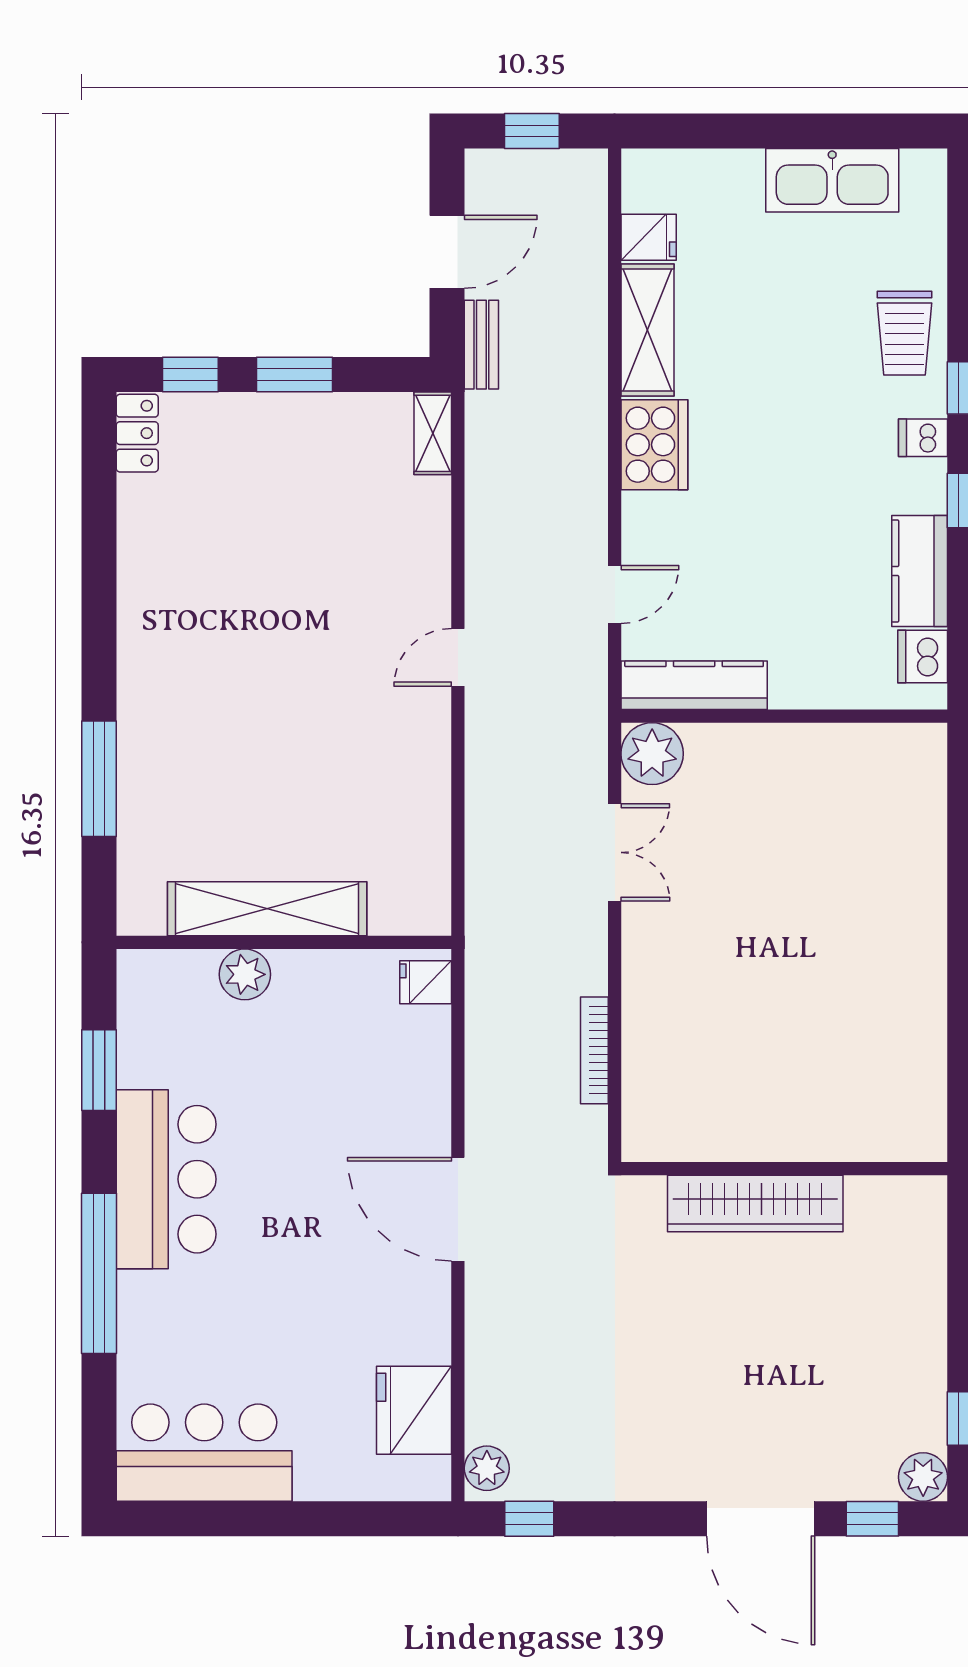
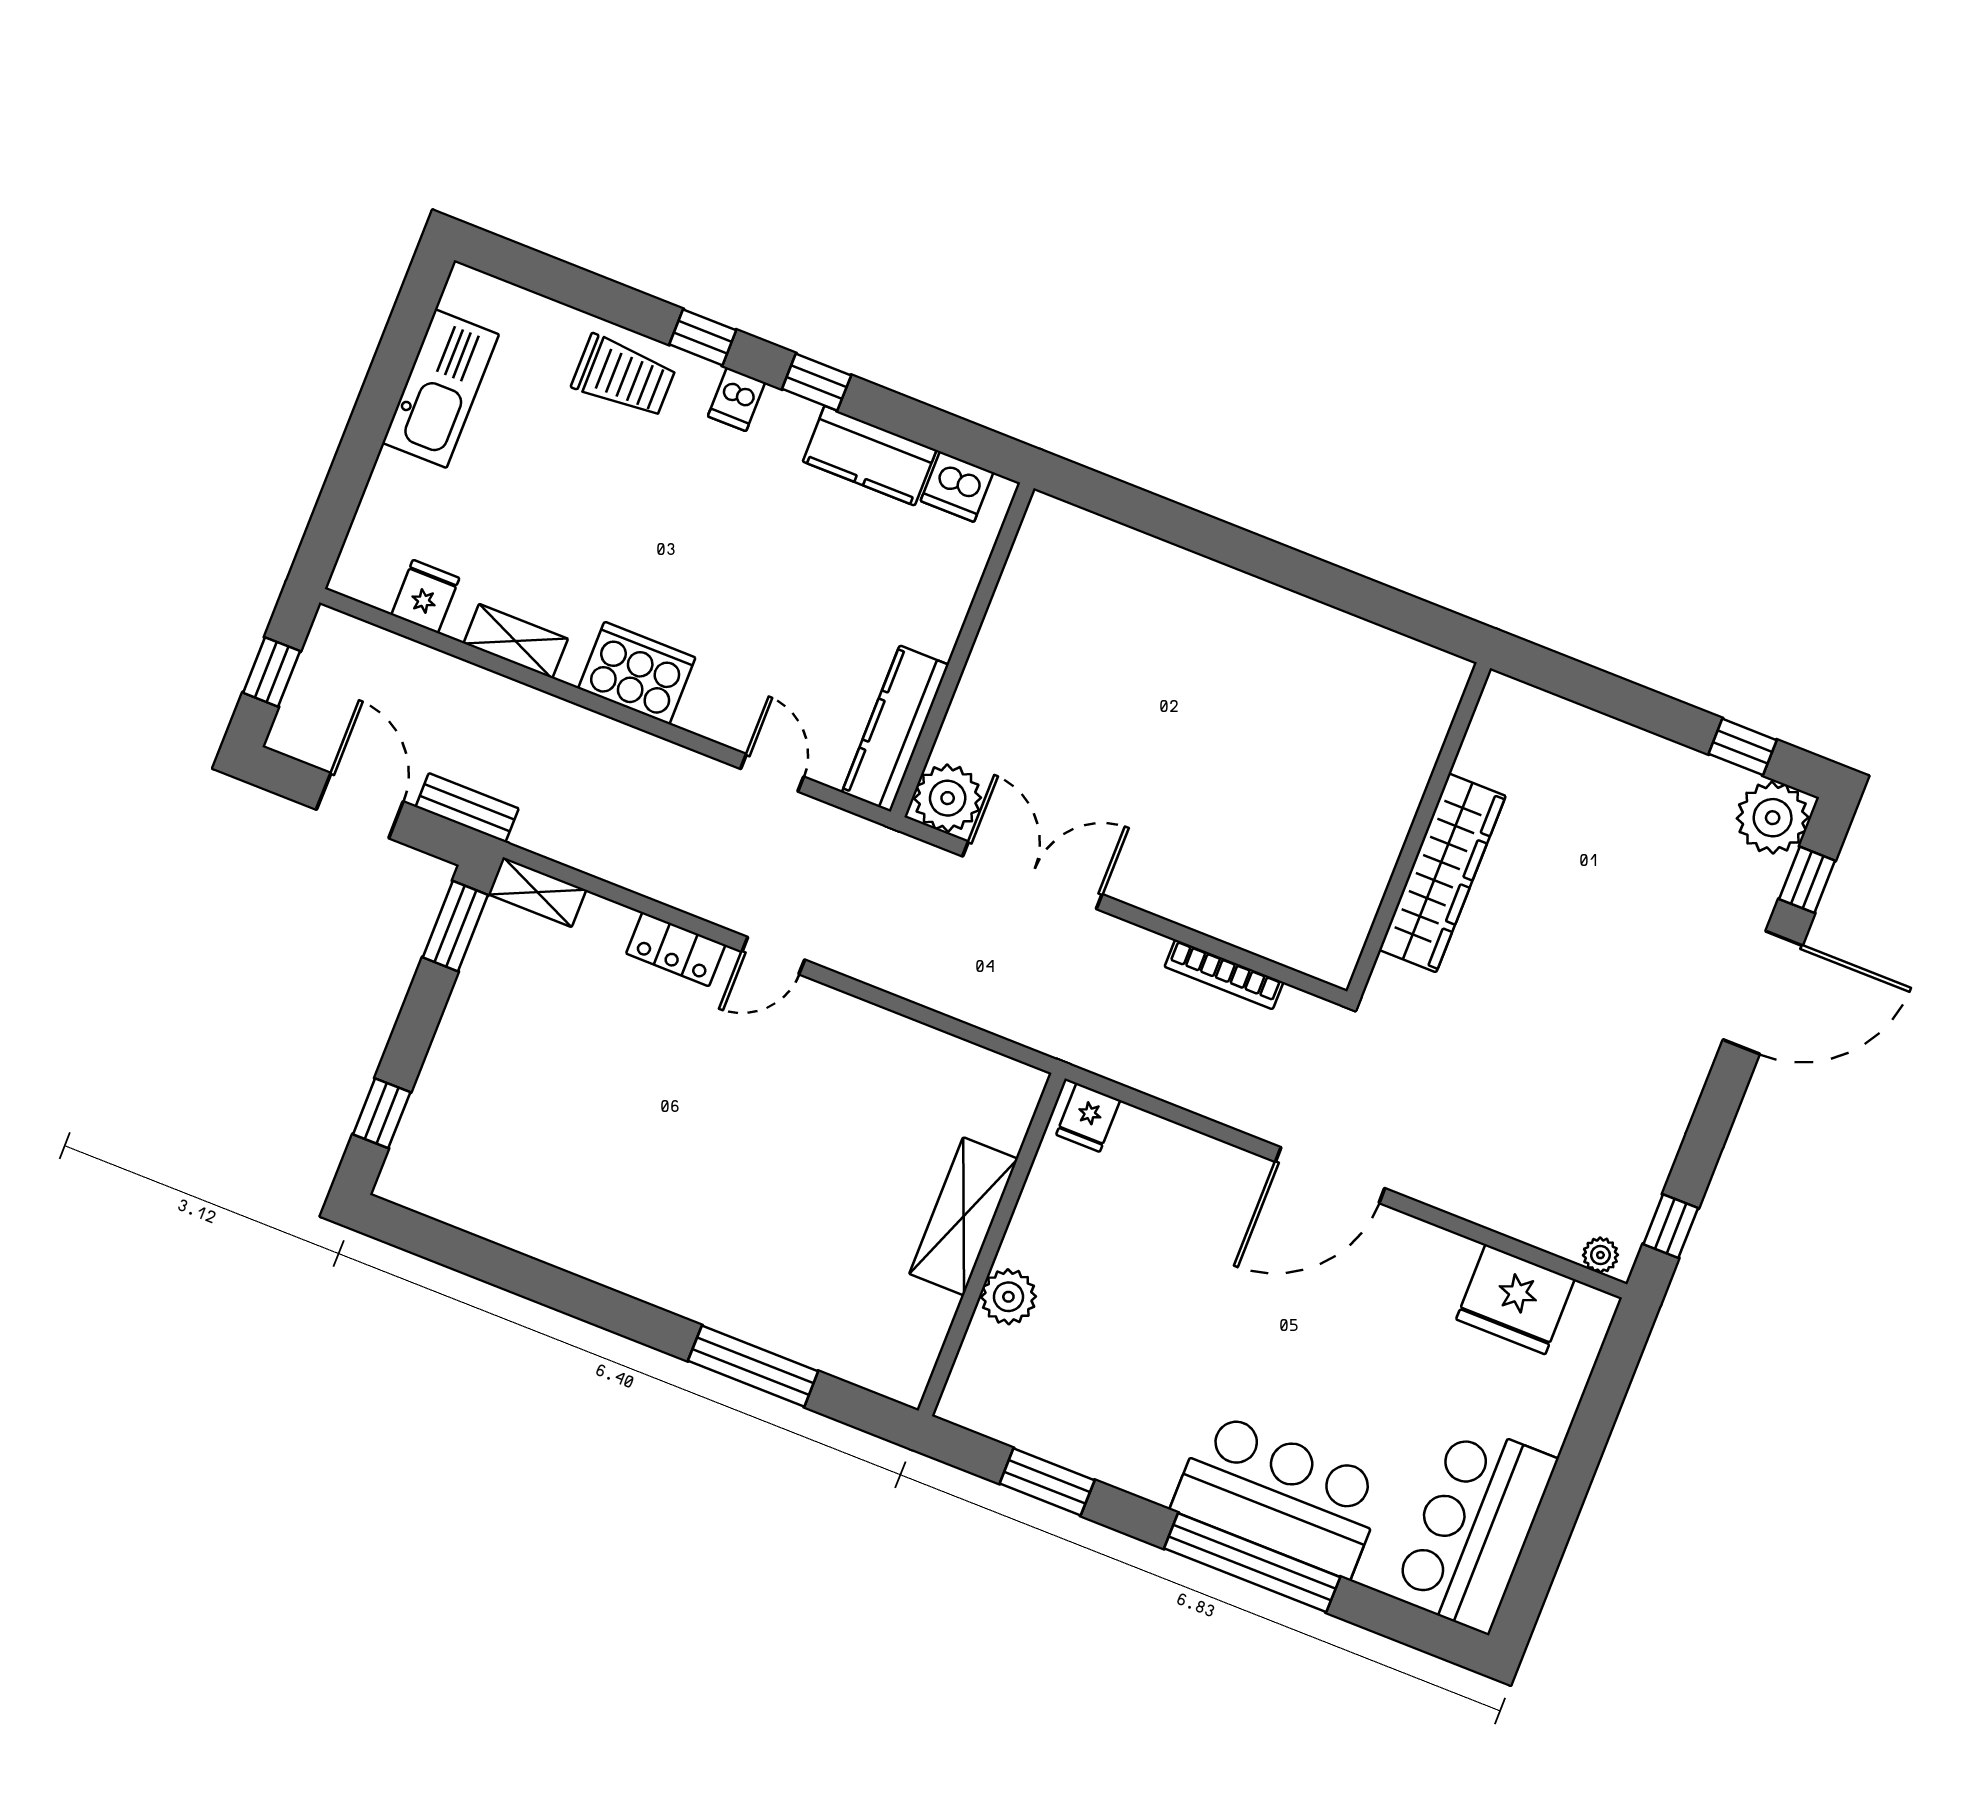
shelving: (648, 330) -> (516, 641), width x0.67, depth x0.75
window: (294, 375) -> (455, 926), moved
locker: (137, 433) -> (676, 949), moved, turned 180
door: (458, 657) -> (773, 956), hinge flipped
double door: (615, 852) -> (1032, 875), width x1.37
shelving: (267, 909) -> (964, 1216), width x0.68
bar counter: (166, 1179) -> (1279, 1495), moved
plant: (487, 1468) -> (1600, 1255), width x0.73, depth x0.73
plant: (923, 1477) -> (1773, 818), width x1.36, depth x1.36

